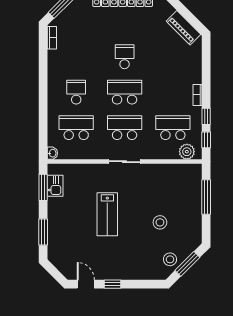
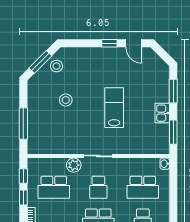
school desk: (125, 128) -> (98, 187), width x0.54
plant: (187, 152) -> (74, 165), moved
kitchen sink: (55, 186) -> (162, 113), moved

